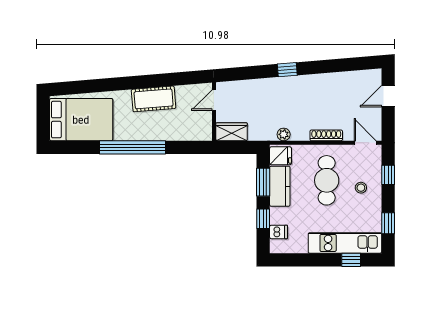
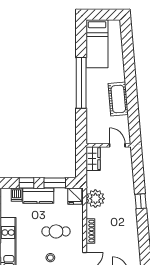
bed: (81, 120) -> (97, 44), width x0.67
plant: (284, 134) -> (95, 199), width x1.87, depth x1.87
cafe table: (327, 180) -> (56, 231), width x0.73, depth x0.74
kitchen counter: (280, 186) -> (38, 196), moved

